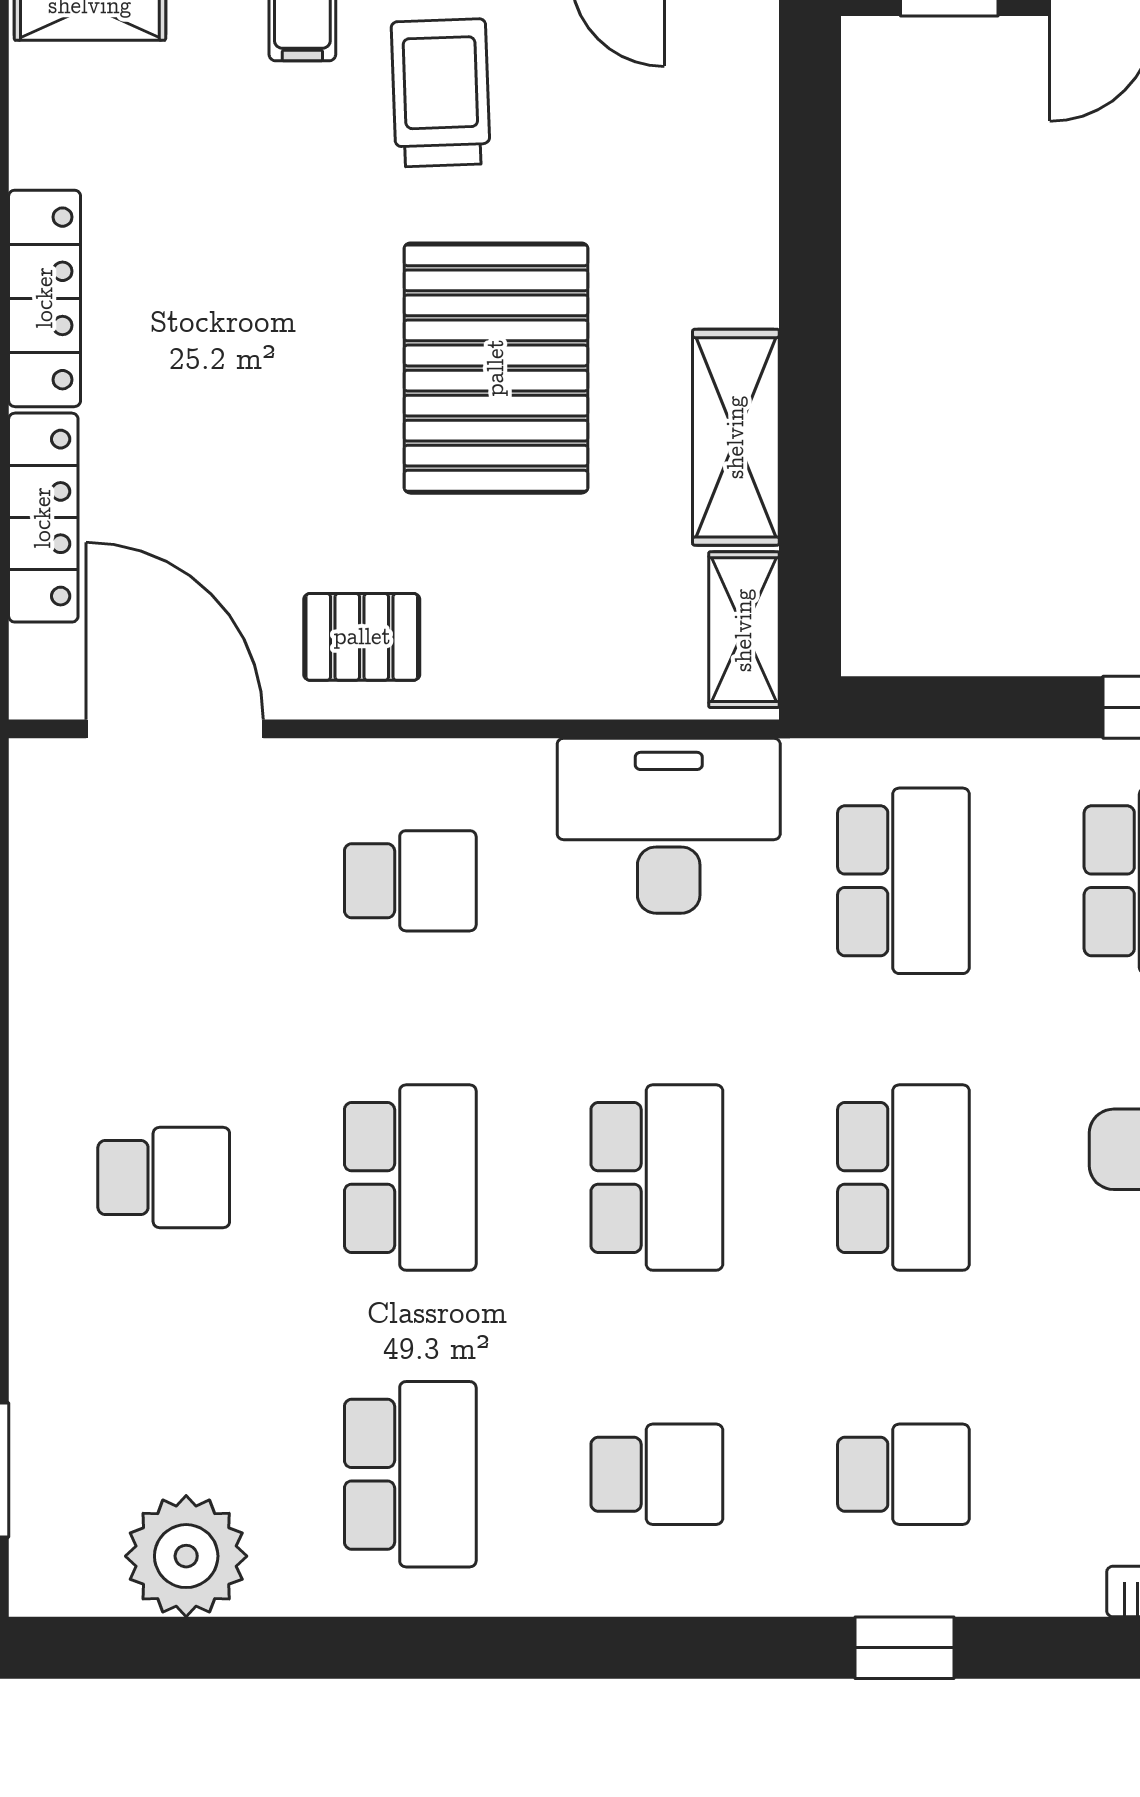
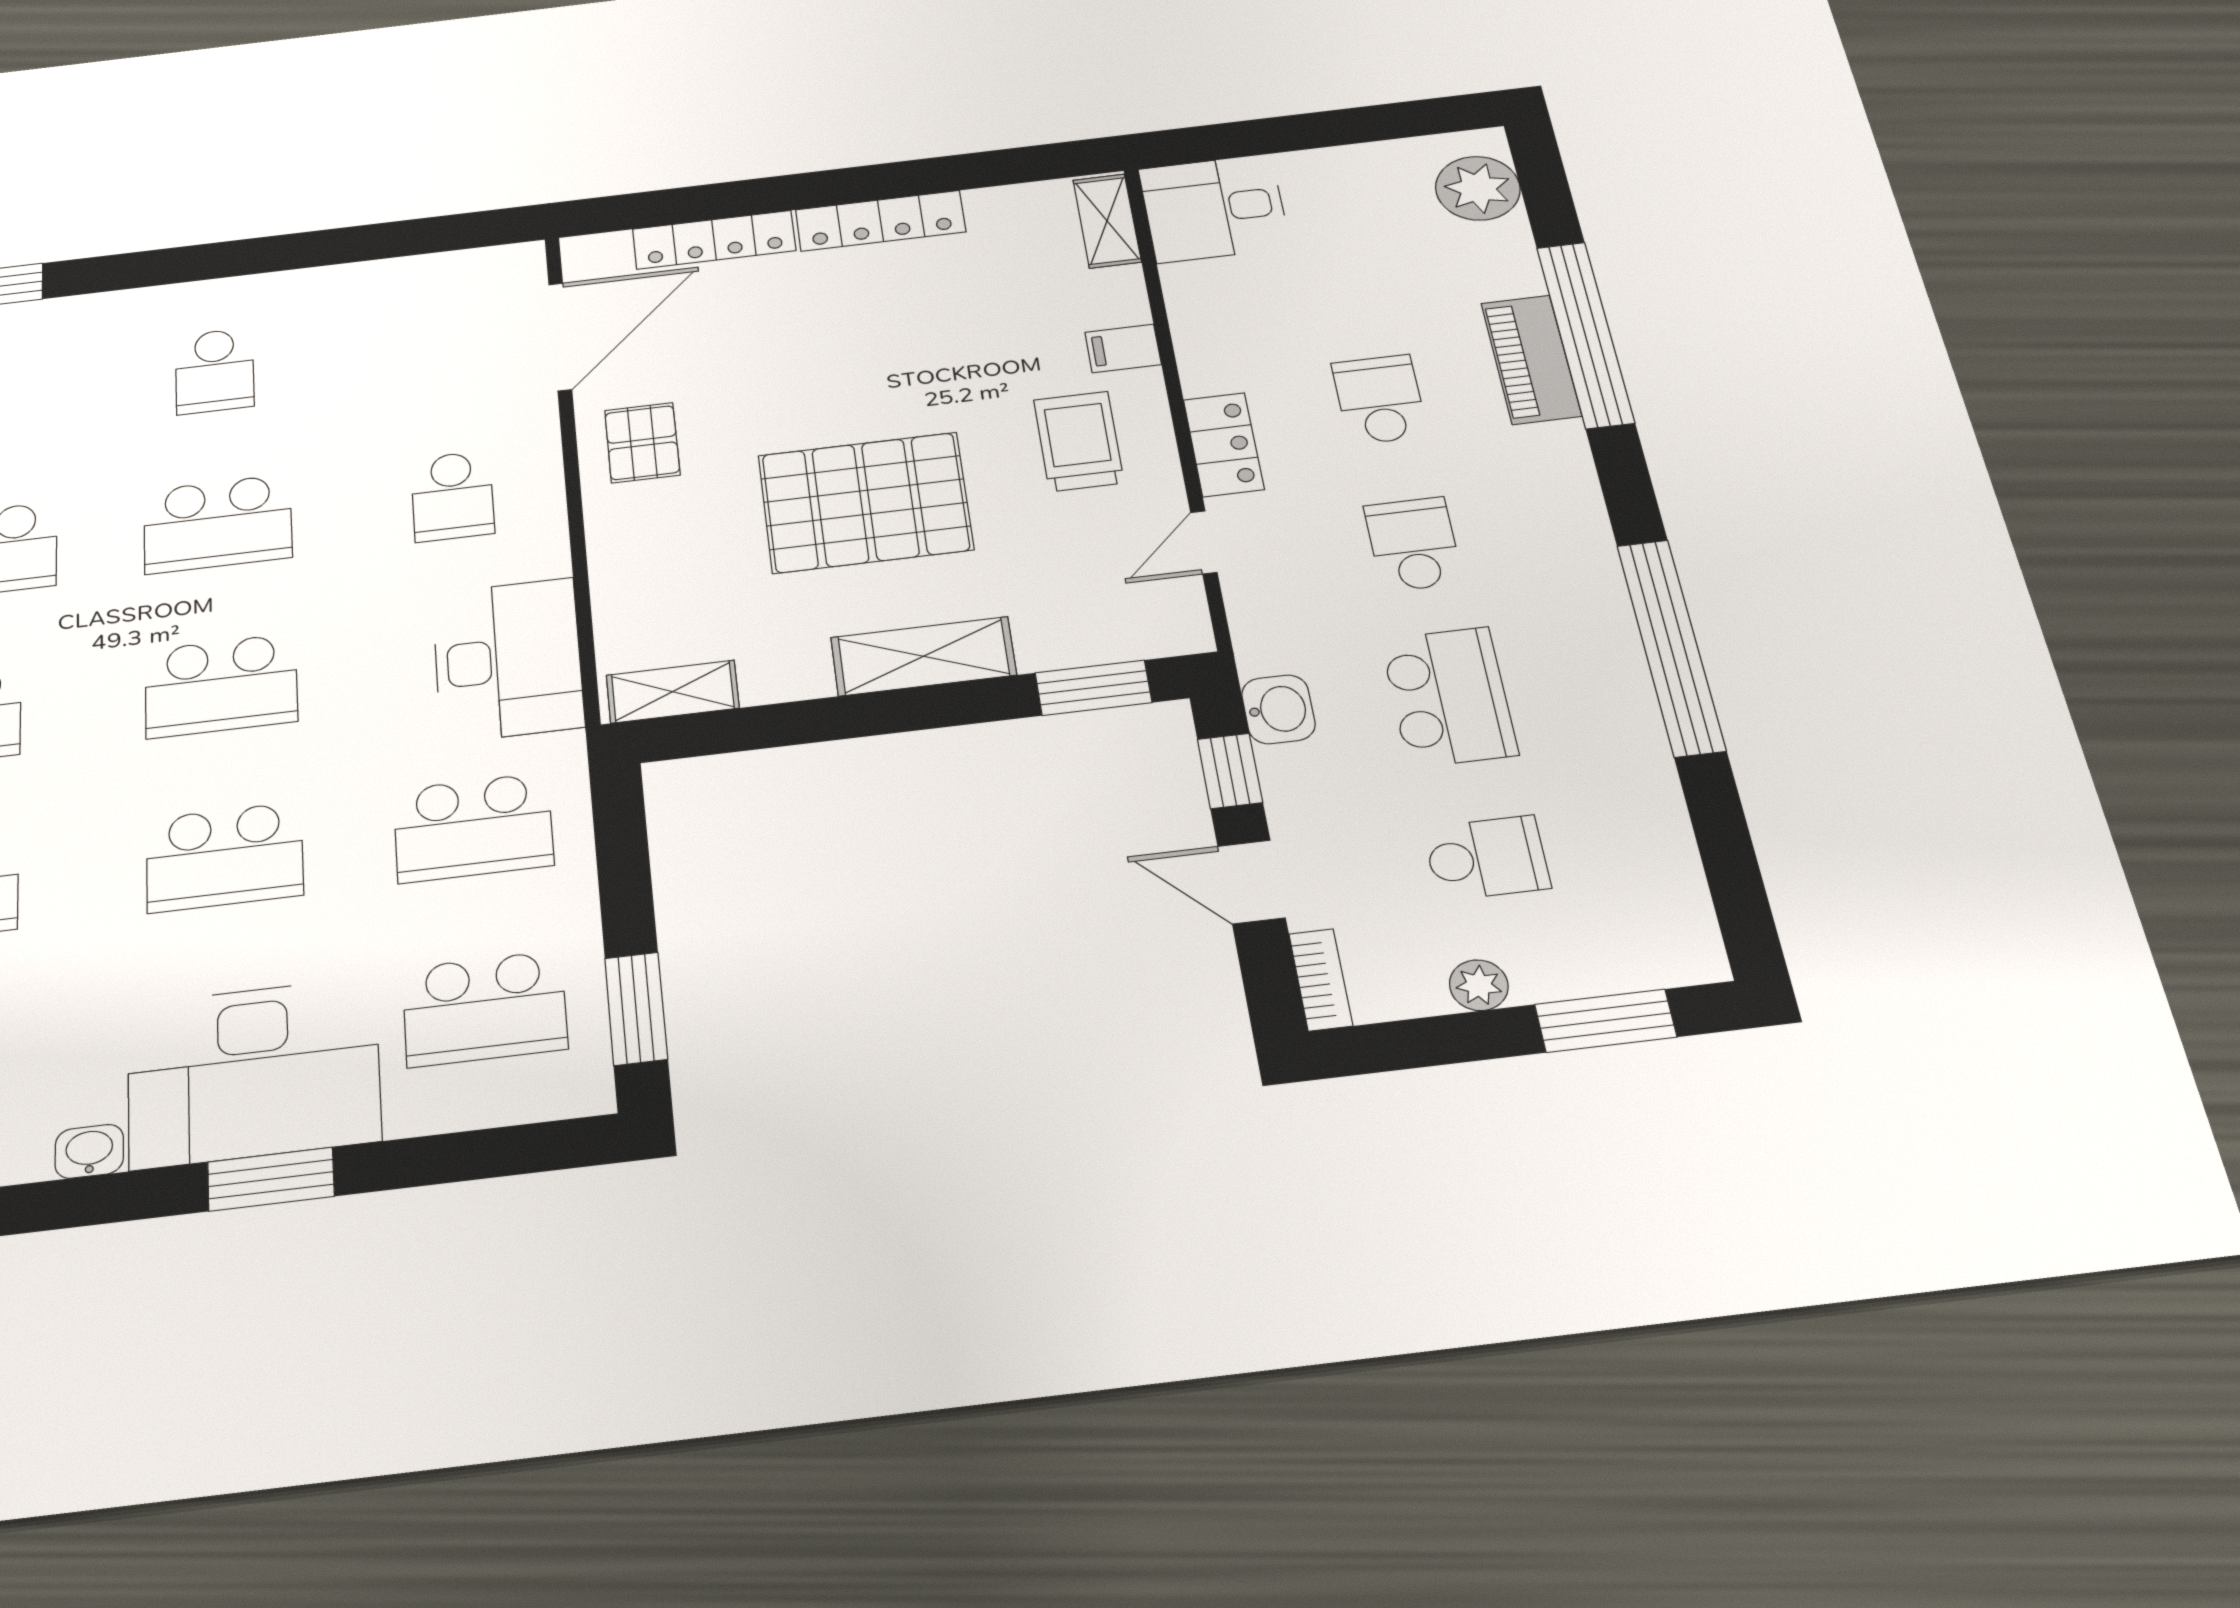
trolley: (441, 93) -> (1079, 441), turned -88
window: (810, 127) -> (1093, 688), added
shelving: (736, 437) -> (923, 656), moved

